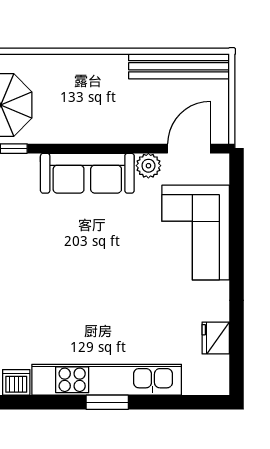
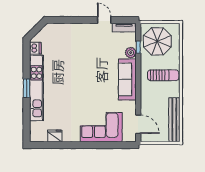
sun lounger: (78, 92) -> (163, 75), added
plant: (148, 166) -> (131, 53), moved

